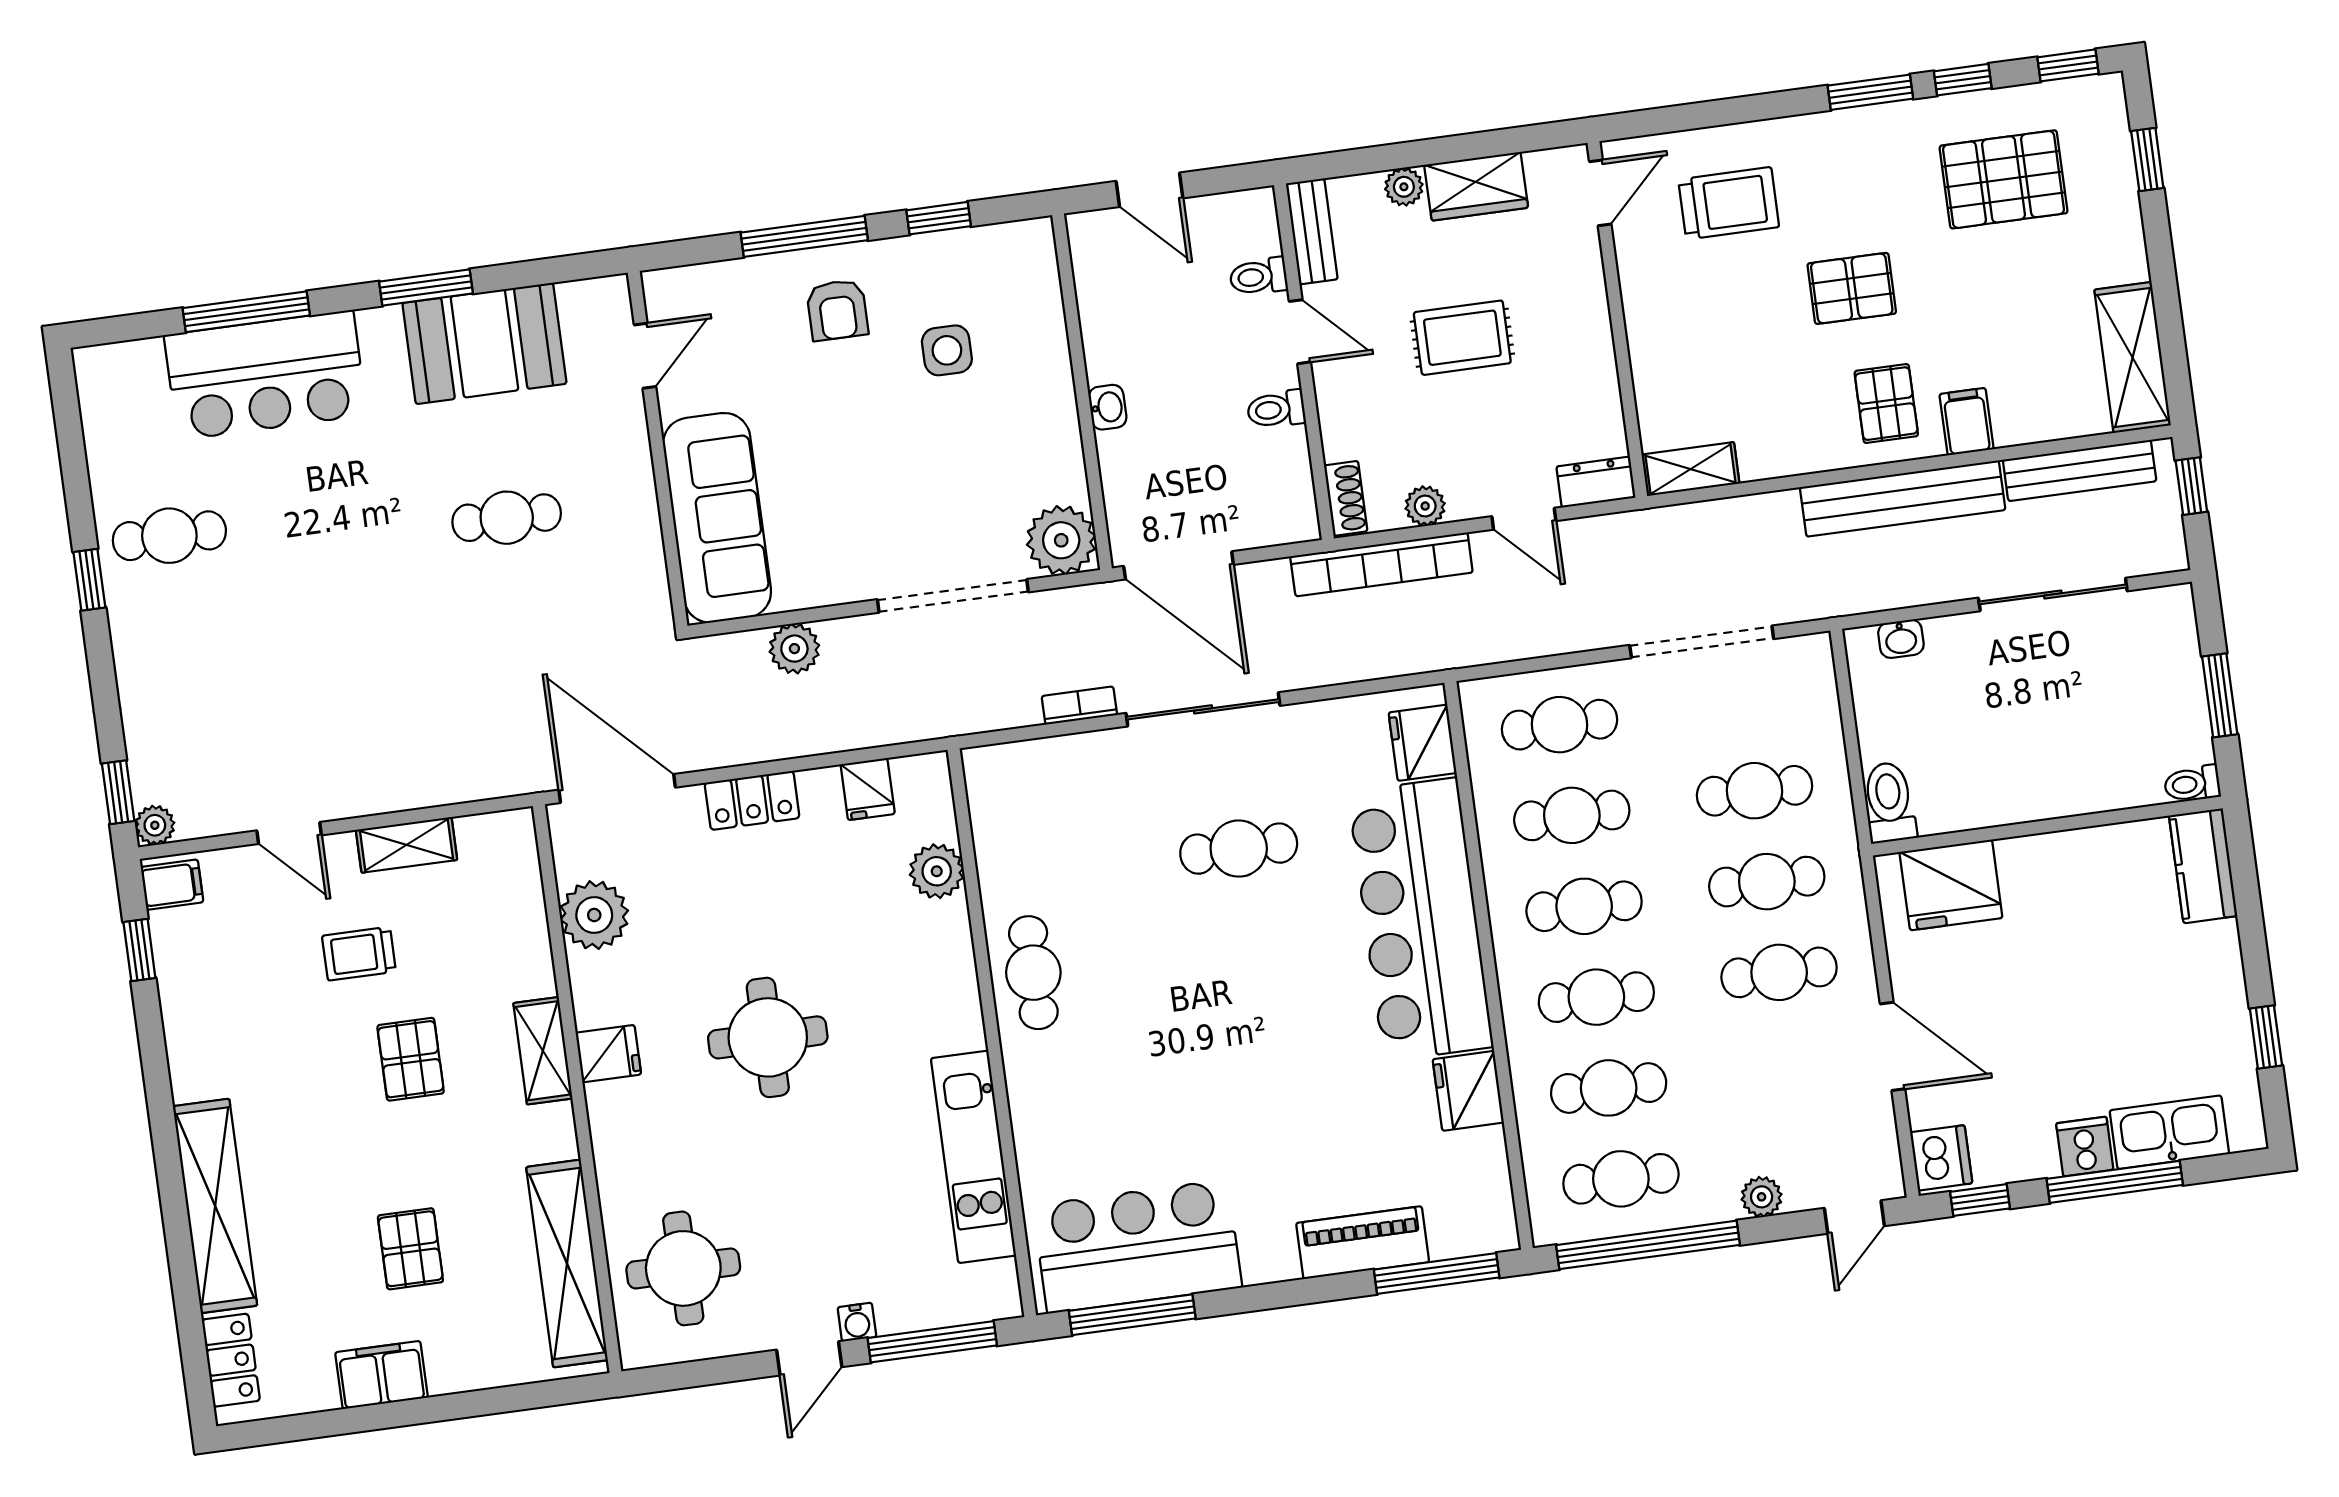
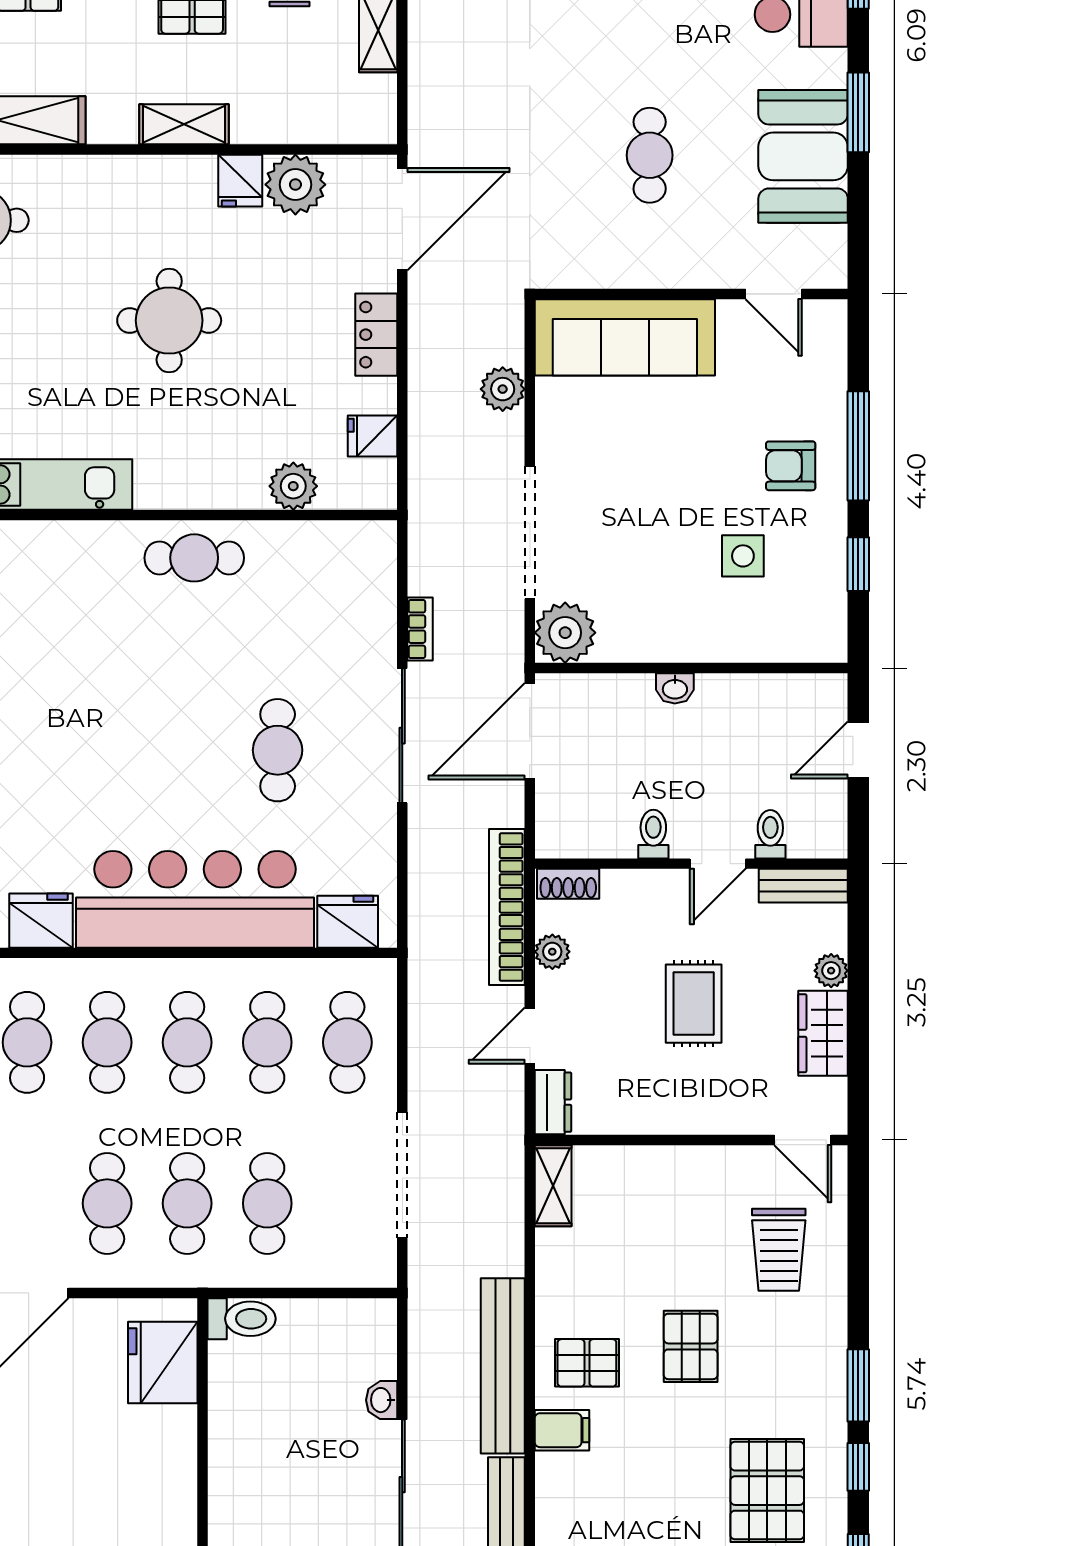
washbasin: (1901, 639) -> (382, 1400), moved
fridge: (608, 1054) -> (240, 181), moved

